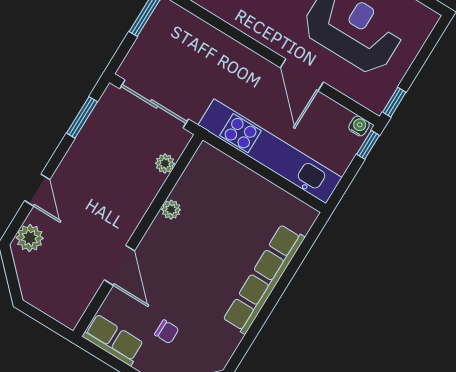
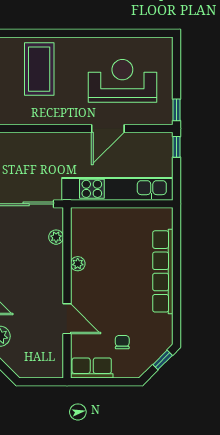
door: (302, 75) -> (108, 128), hinge flipped
water cooler: (359, 126) -> (164, 138), removed
chair: (167, 332) -> (122, 342), turned -90

